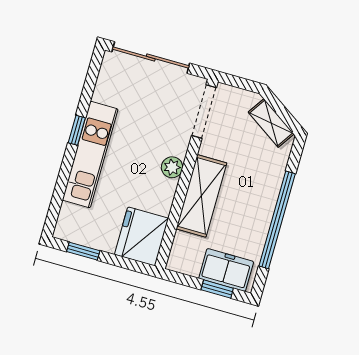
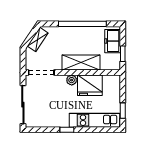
kitchen unit: (90, 155) -> (95, 120), moved
fridge: (141, 236) -> (90, 85), moved
window: (217, 289) -> (123, 54), moved

